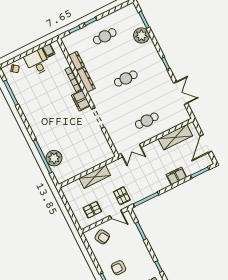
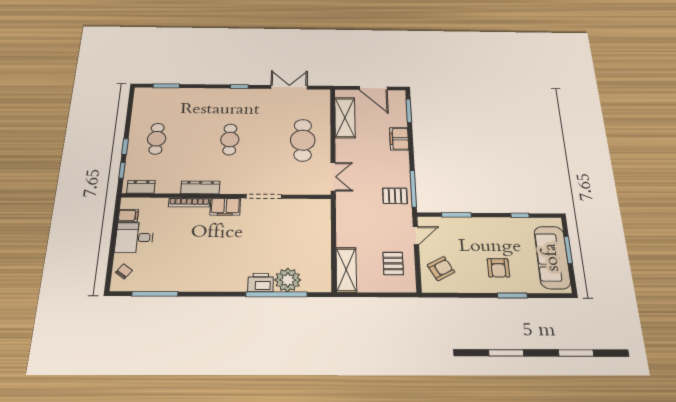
plant: (141, 35) -> (185, 97), removed
dresser: (76, 61) -> (141, 187), moved
cafe table: (147, 121) -> (303, 140), width x1.37, depth x1.35
printer: (45, 145) -> (261, 283), added
shelving: (95, 177) -> (346, 270), moved
pallet: (122, 196) -> (395, 196), moved

